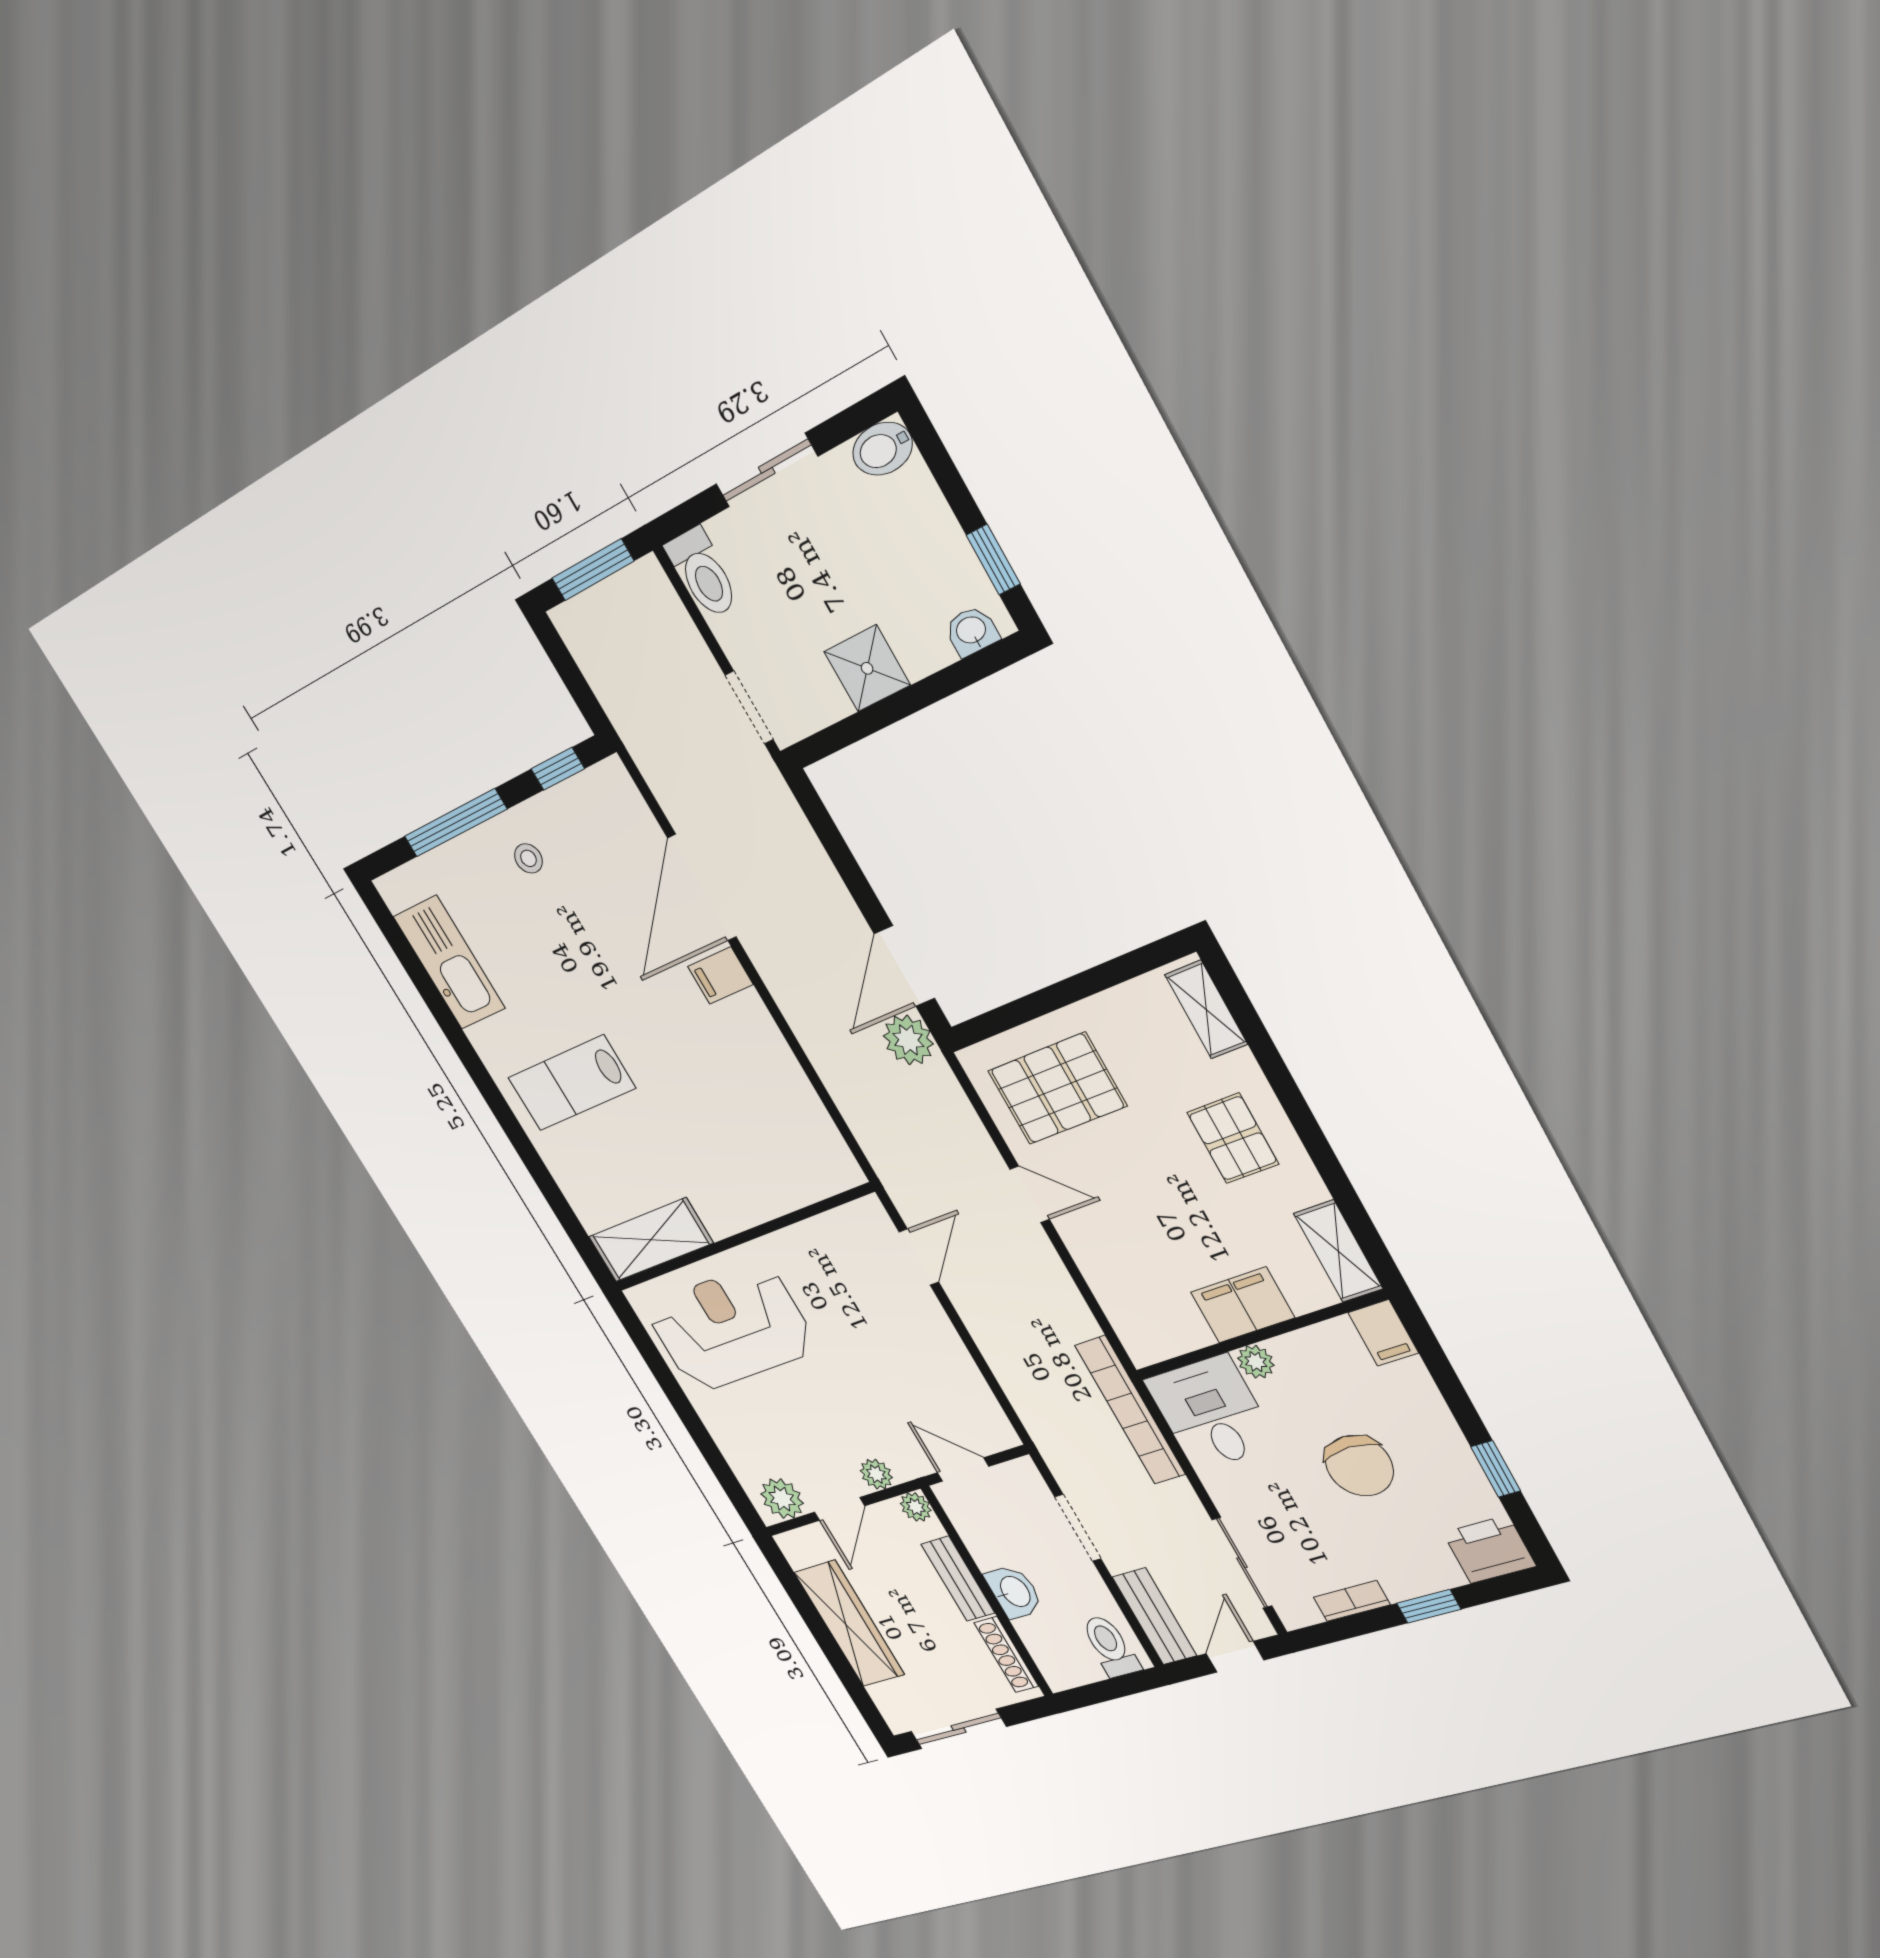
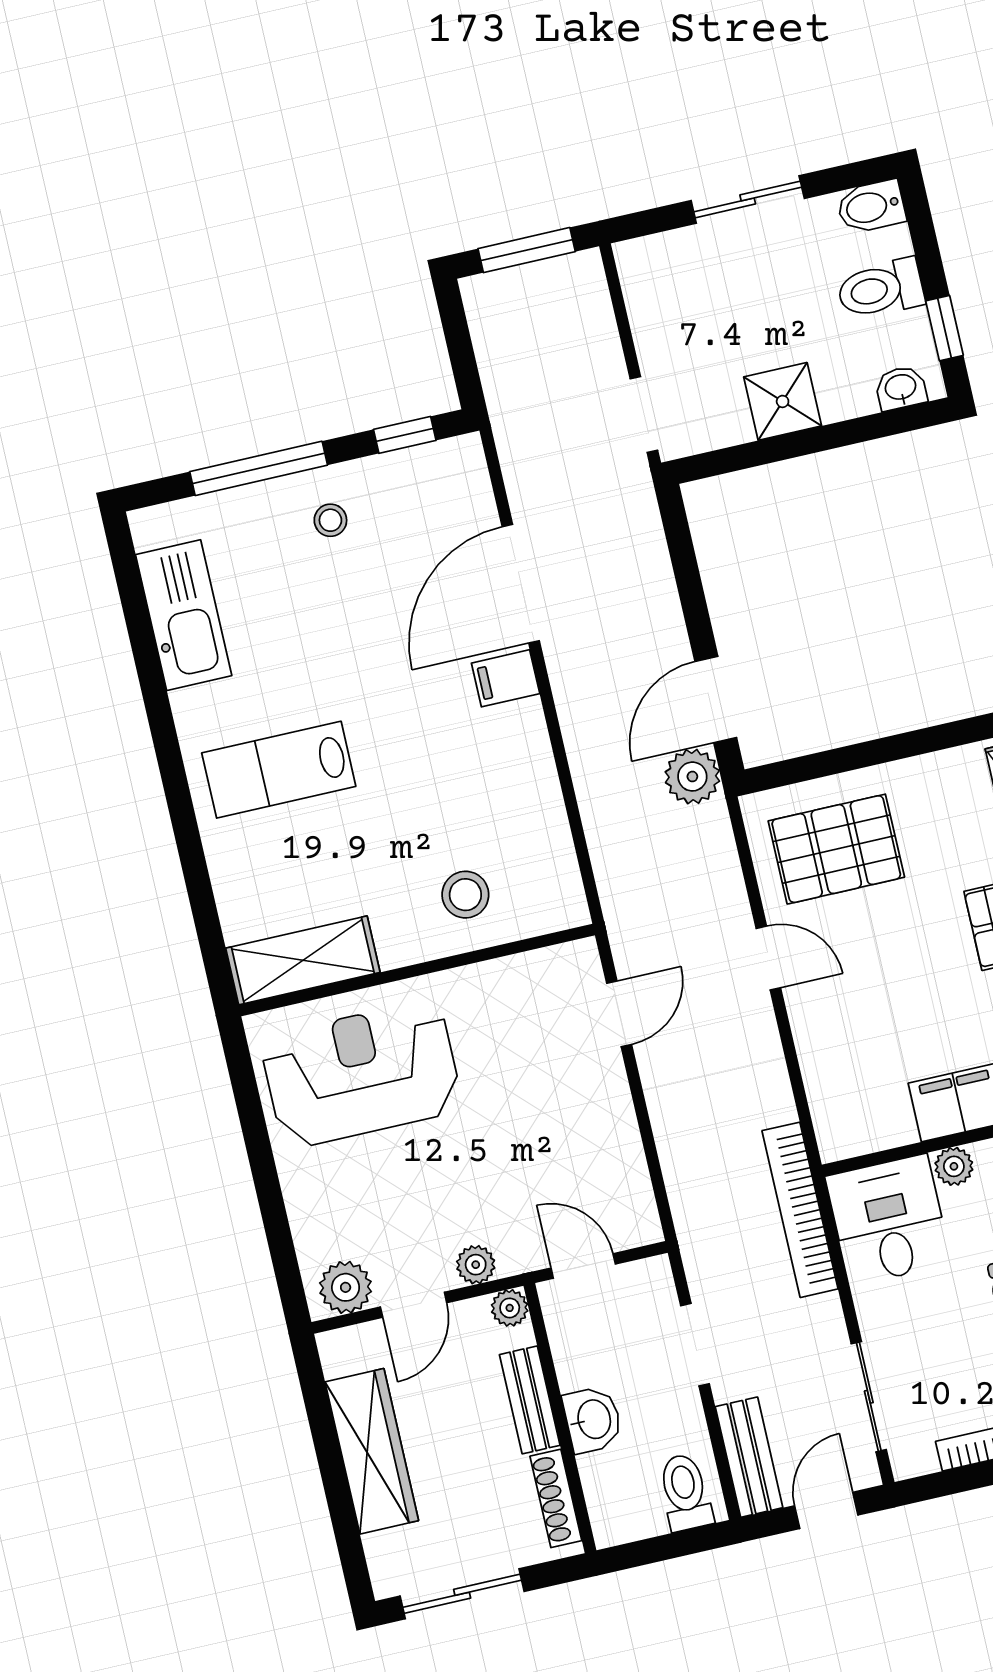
toilet: (703, 573) -> (881, 289), moved, turned 90
stool: (757, 1170) -> (465, 895), added

